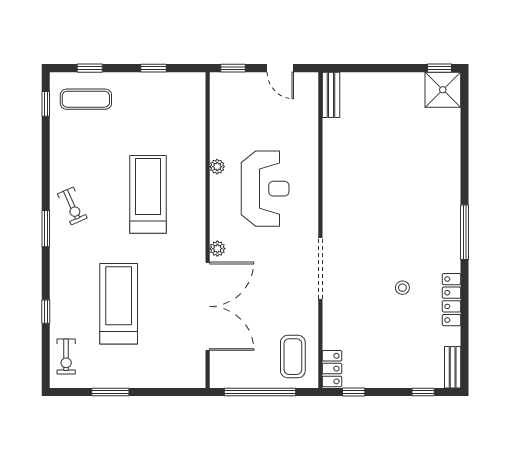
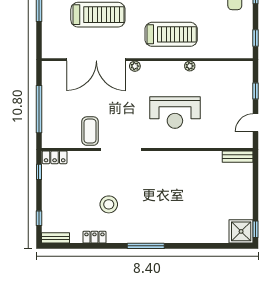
plant: (217, 167) -> (190, 66), moved
wall: (208, 230) -> (147, 60), moved
plant: (217, 249) -> (135, 66), moved
stool: (402, 288) -> (109, 204), width x1.89, depth x1.89
locker: (451, 300) -> (94, 237), width x0.66
double door: (208, 306) -> (96, 60), moved
coffee table: (293, 357) -> (90, 131), moved, turned 90

